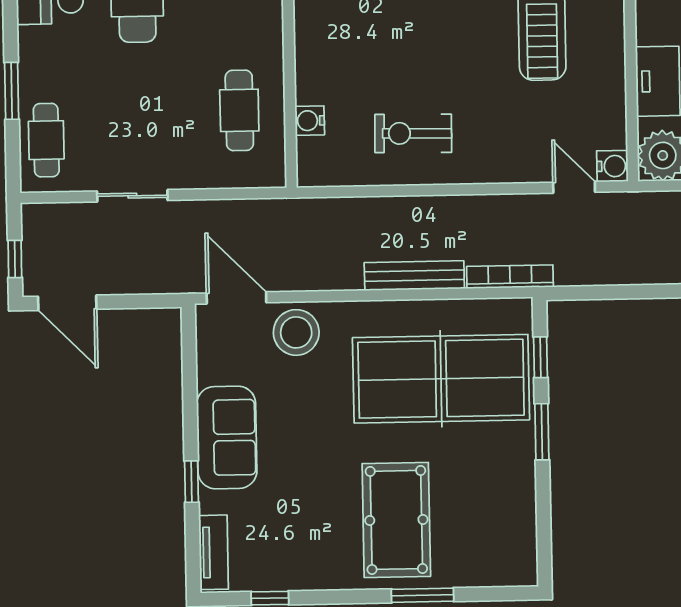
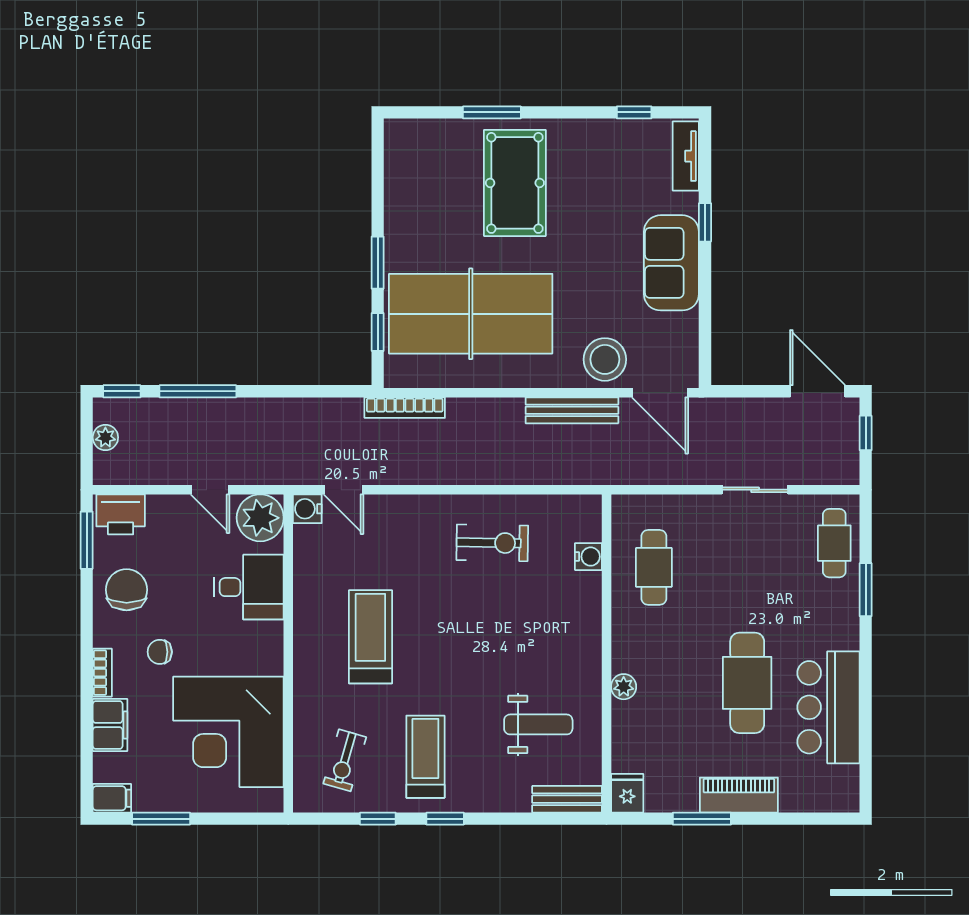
bench: (414, 276) -> (572, 410), moved

